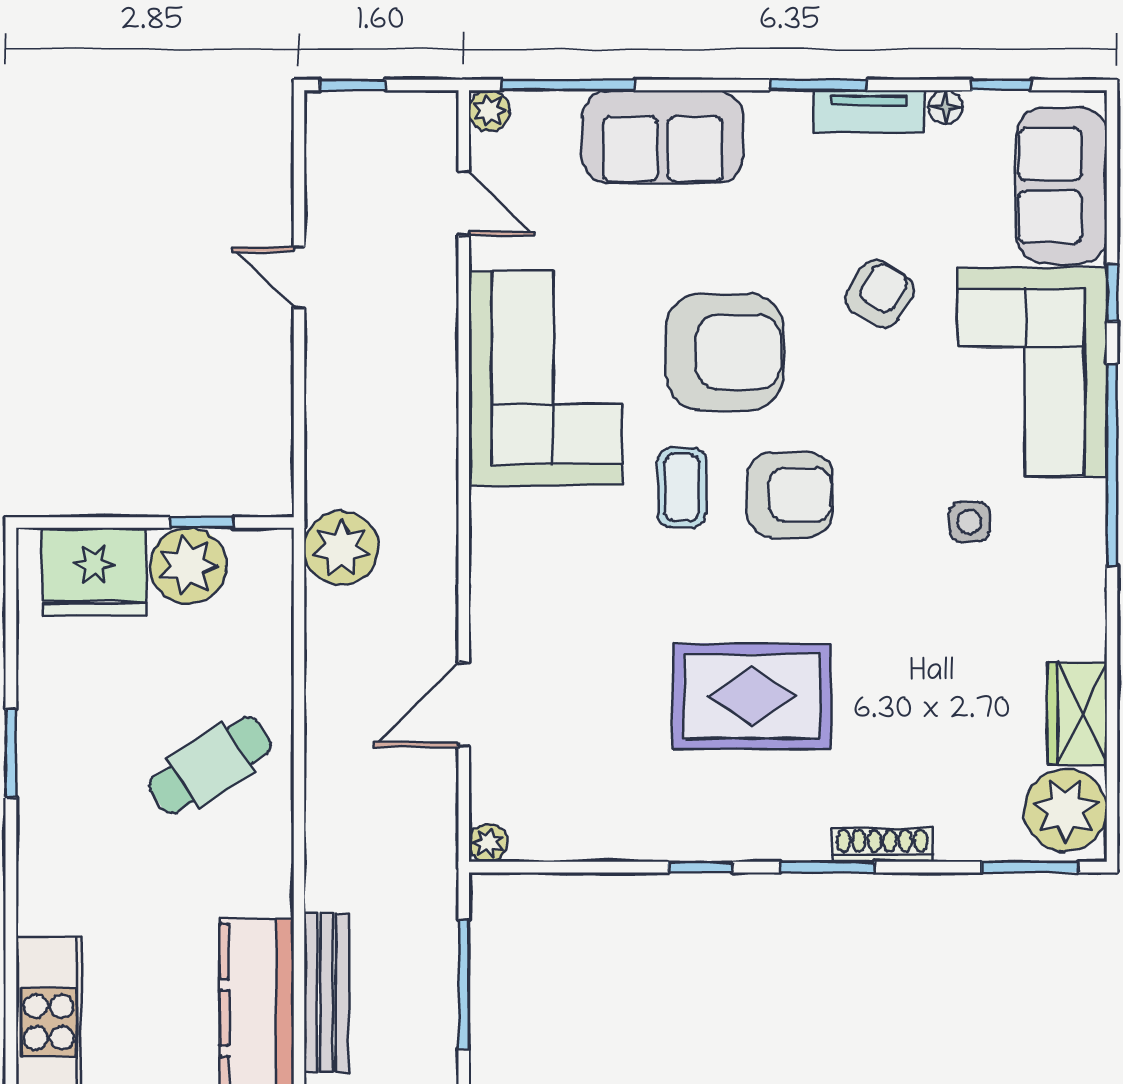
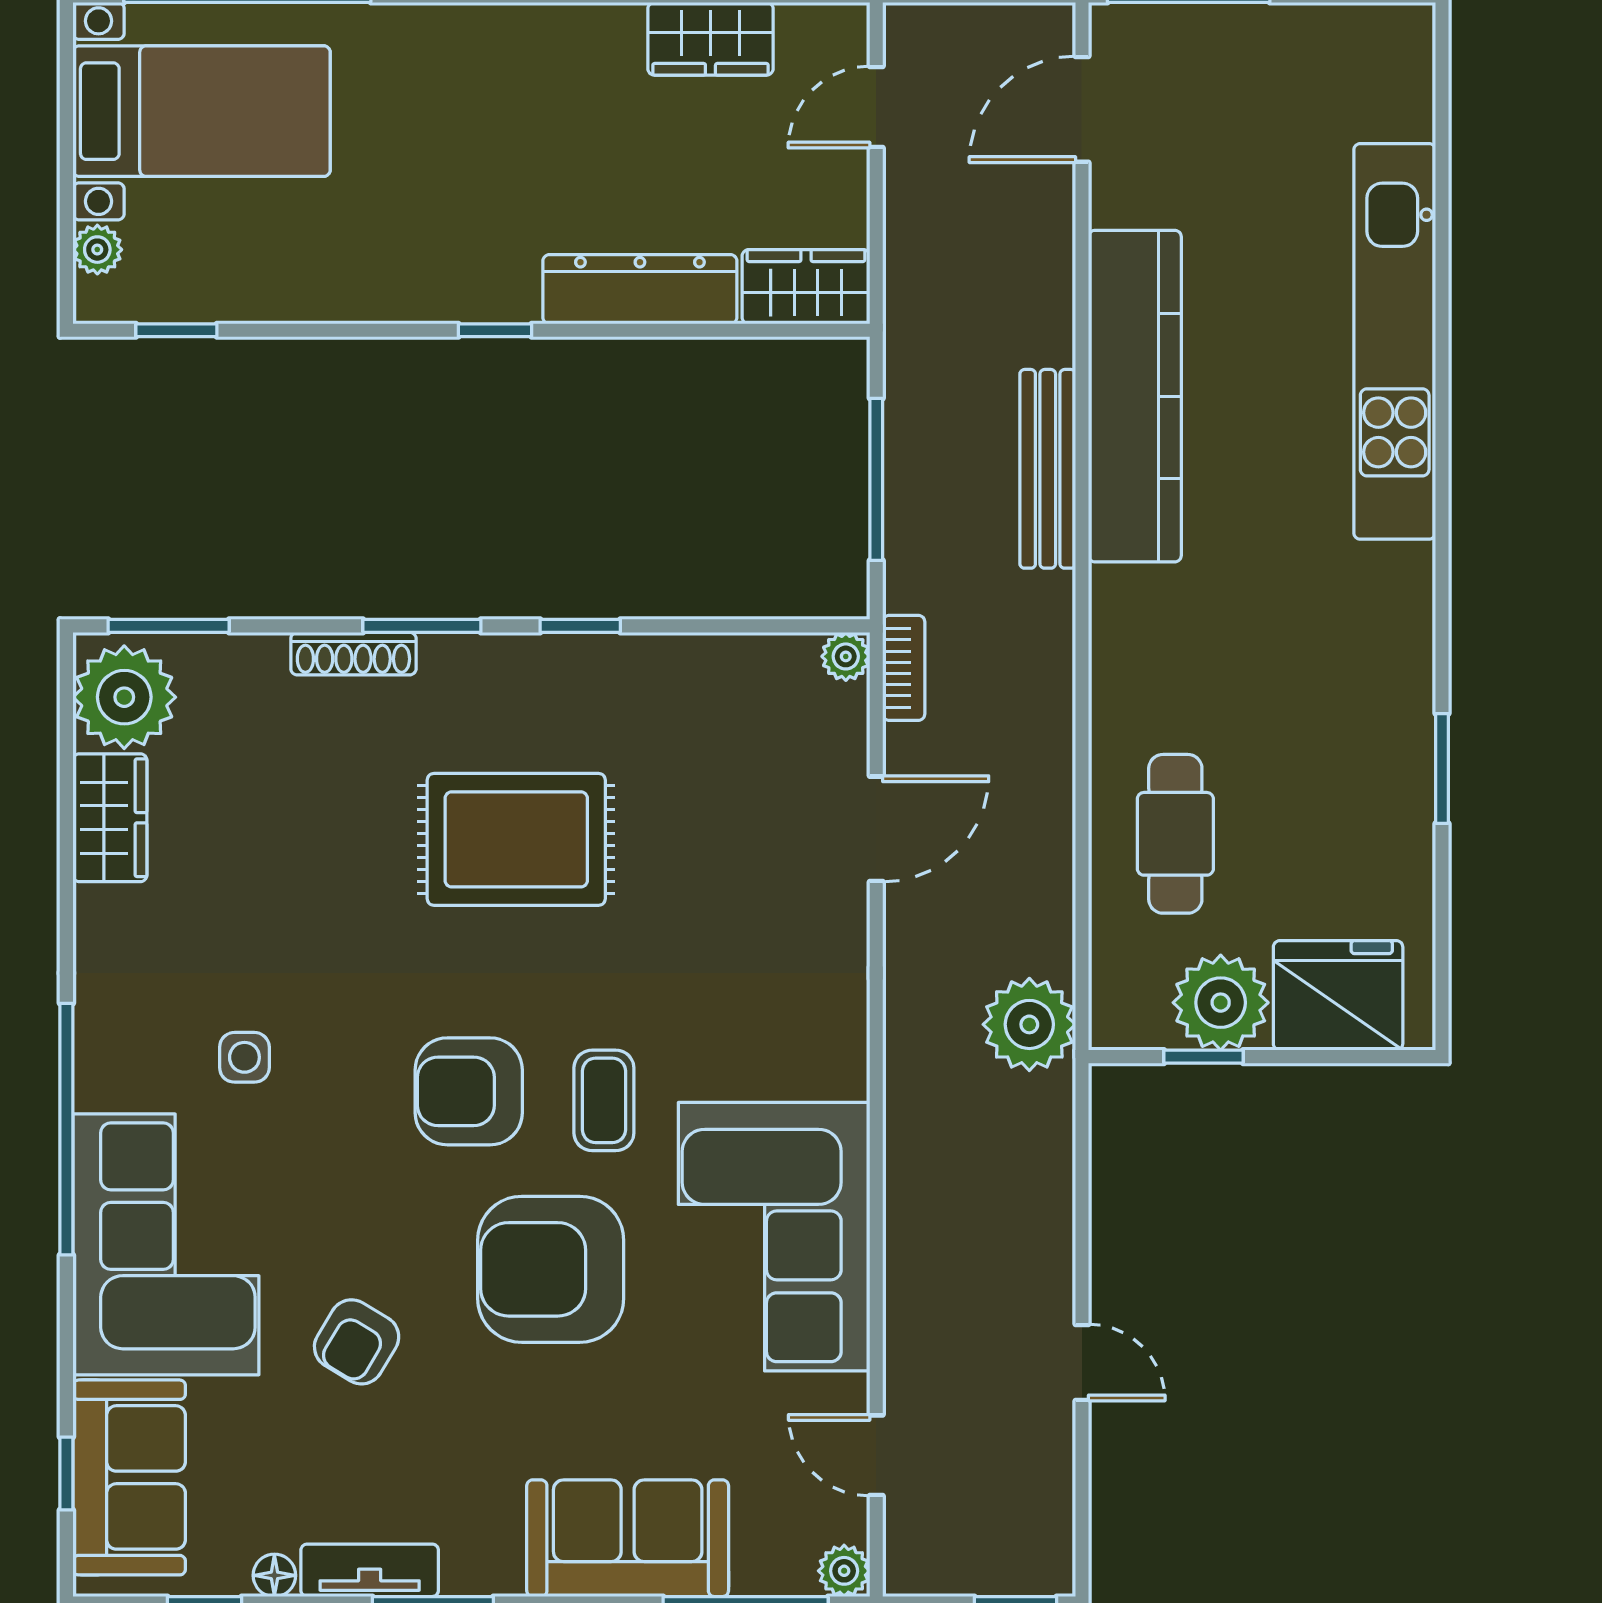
window: (1112, 293) -> (66, 1473), moved
cafe table: (210, 765) -> (1175, 834), moved, turned -57
bookcase: (442, 834) -> (904, 668), added

